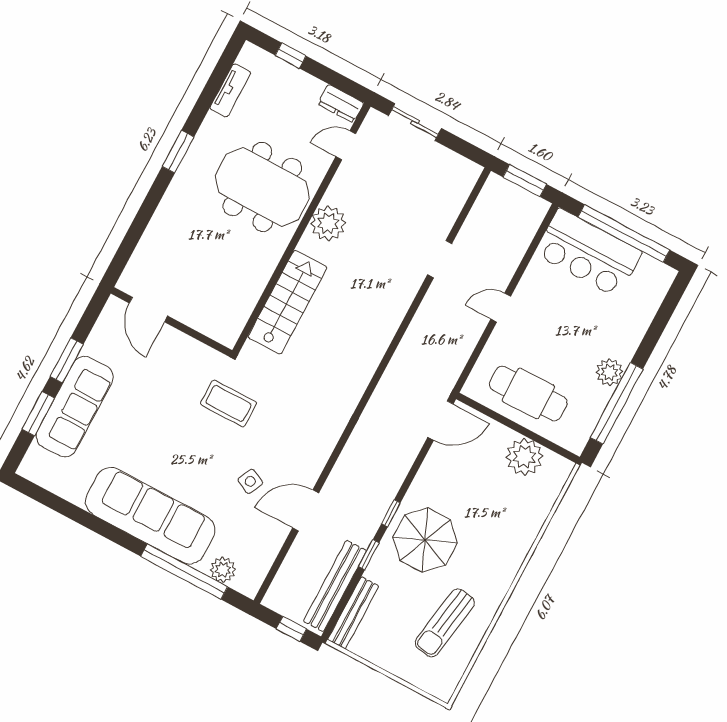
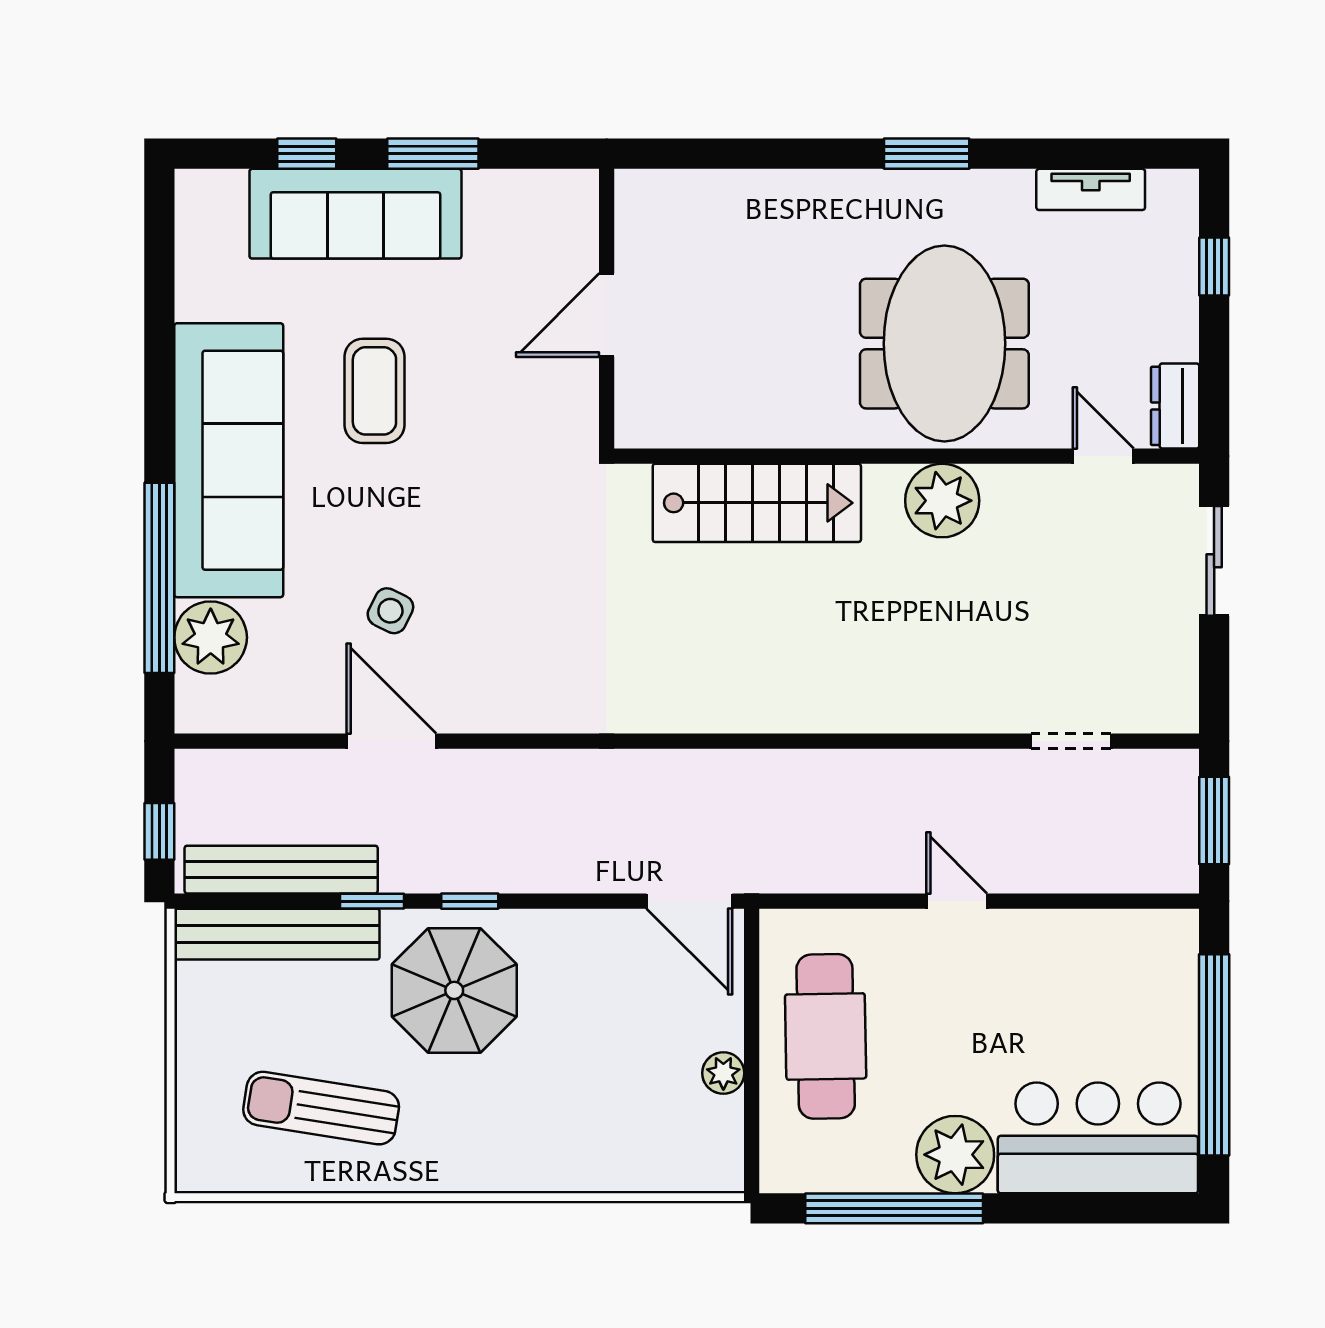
bar counter: (588, 253) -> (1098, 1138), moved, turned 90
doorway: (440, 259) -> (1071, 741), moved
door: (148, 309) -> (607, 315), moved
plant: (610, 372) -> (955, 1155), width x1.36, depth x1.36
coffee table: (228, 403) -> (374, 391), moved
window: (38, 414) -> (307, 154), width x0.67
plant: (524, 457) -> (723, 1073), width x0.53, depth x0.53
plant: (223, 570) -> (211, 637), width x1.36, depth x1.36
bench: (353, 613) -> (277, 934), width x1.37, depth x1.21

